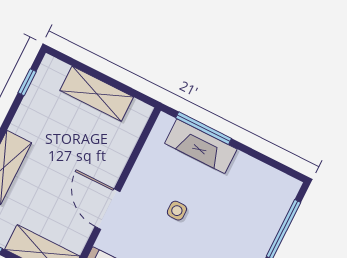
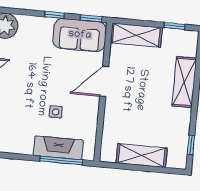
door: (108, 209) -> (104, 81), swing flipped
side table: (177, 211) -> (56, 112), moved

